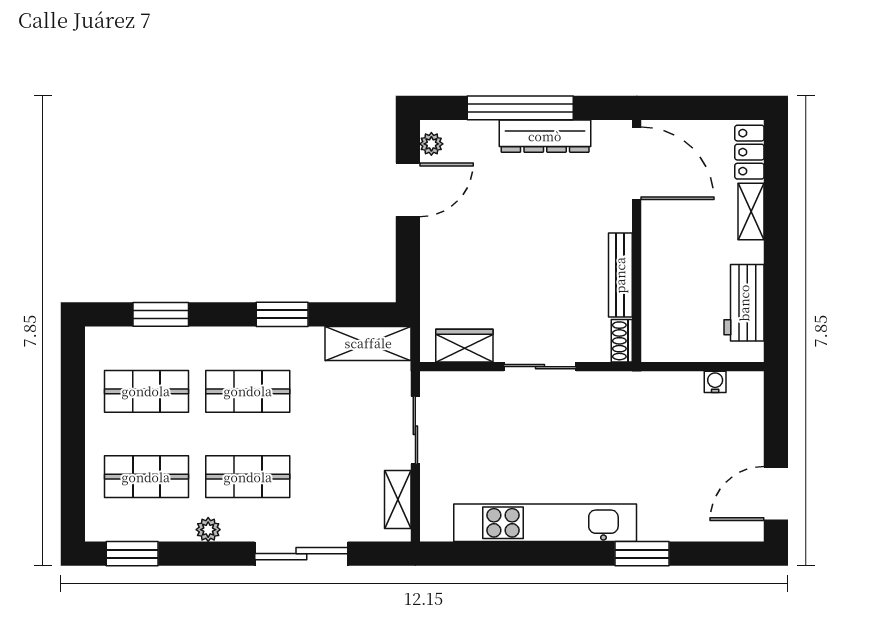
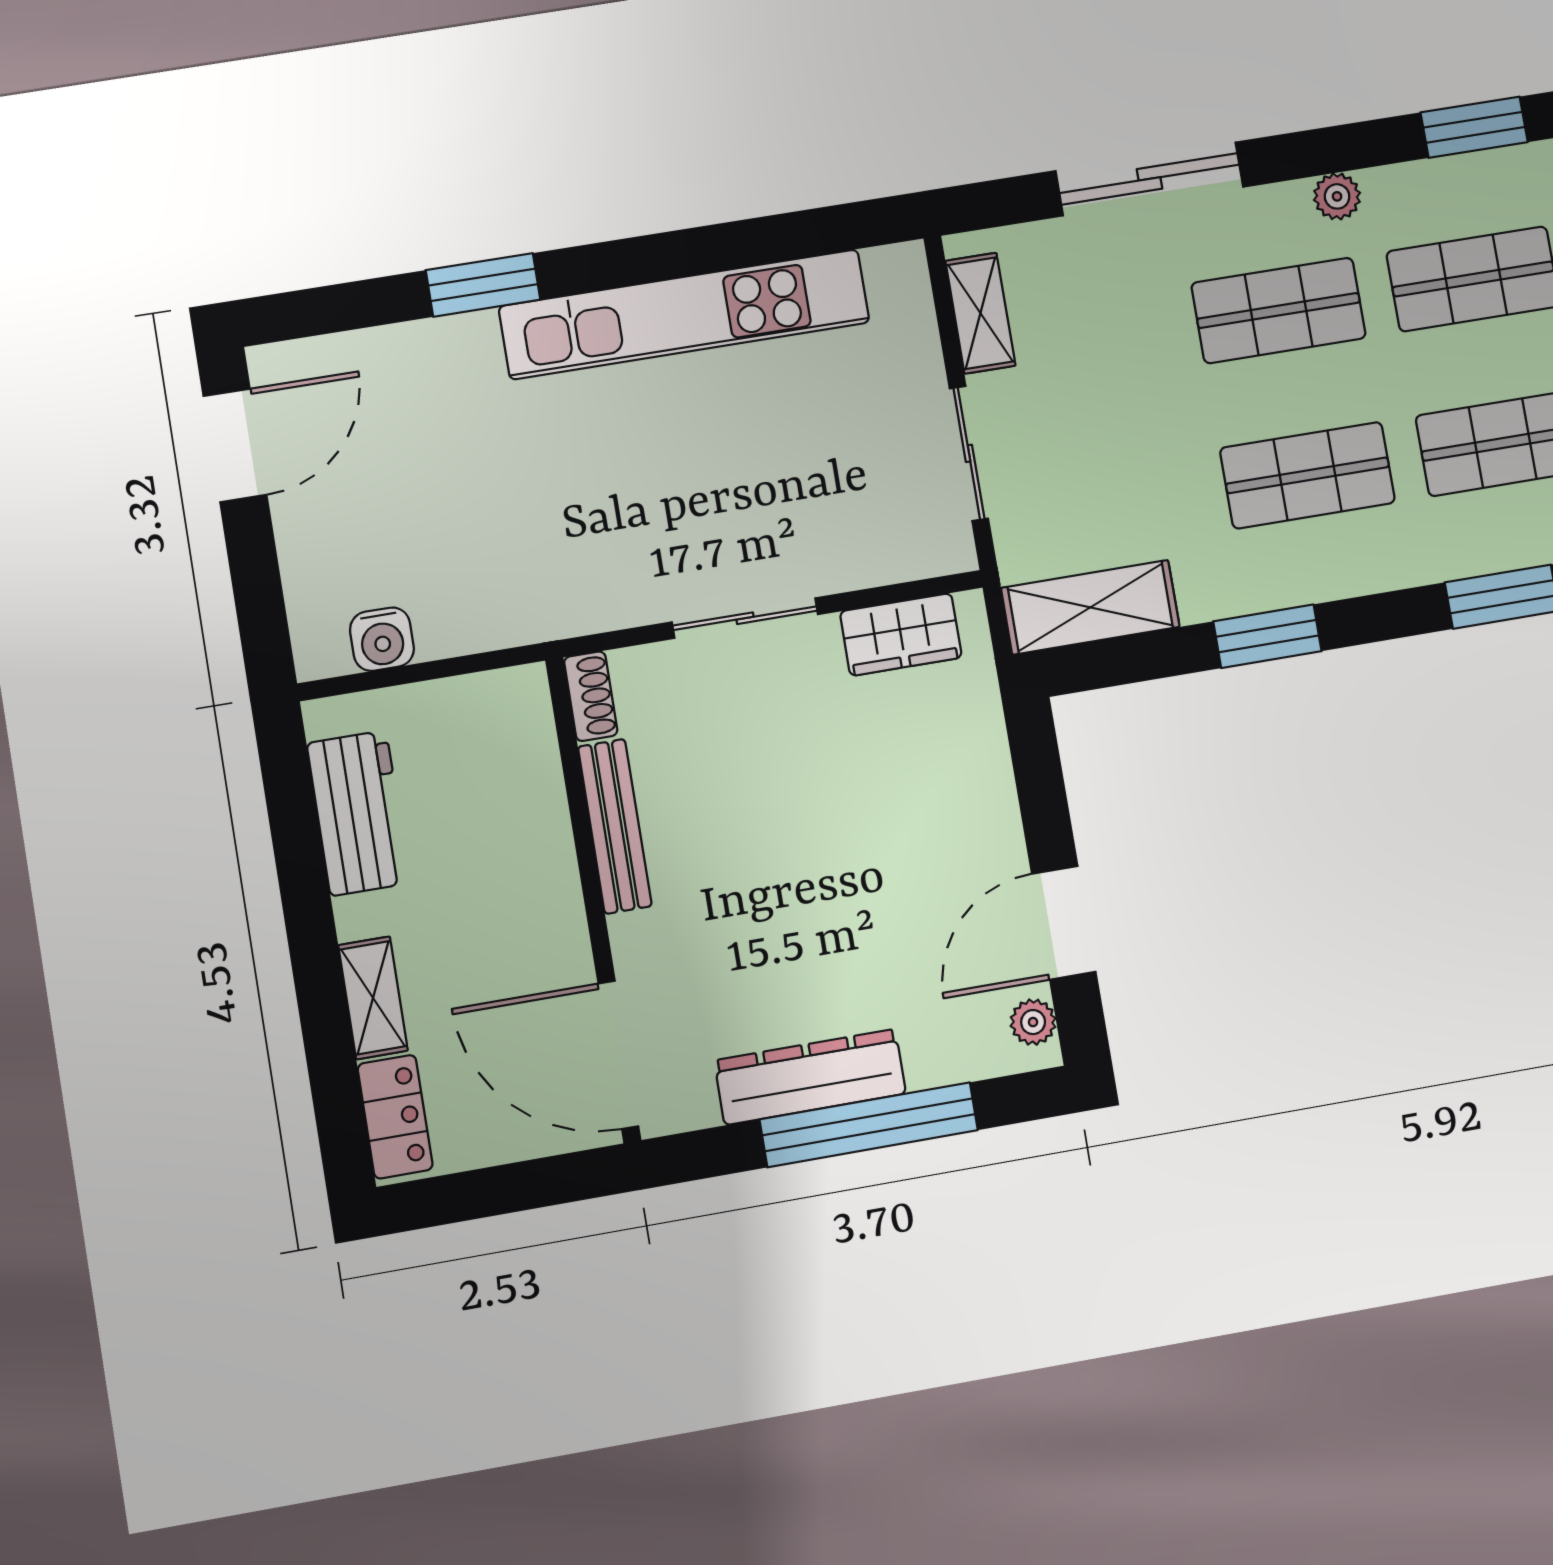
water cooler: (715, 382) -> (382, 639), width x1.38, depth x1.38

